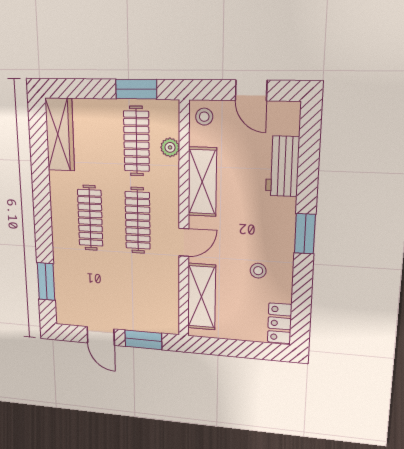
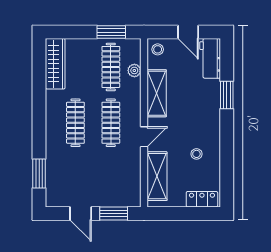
workbench: (282, 166) -> (210, 58), moved
window: (305, 234) -> (227, 95), moved
locker: (280, 323) -> (202, 199), moved, turned 90

